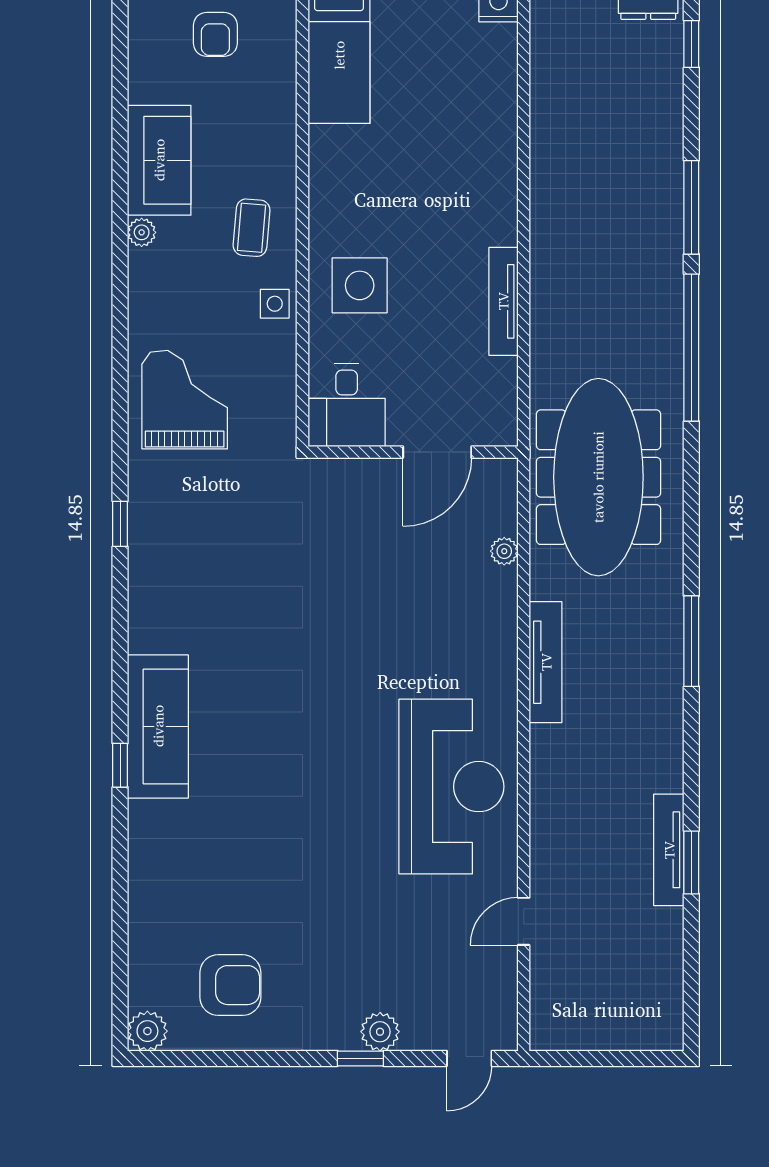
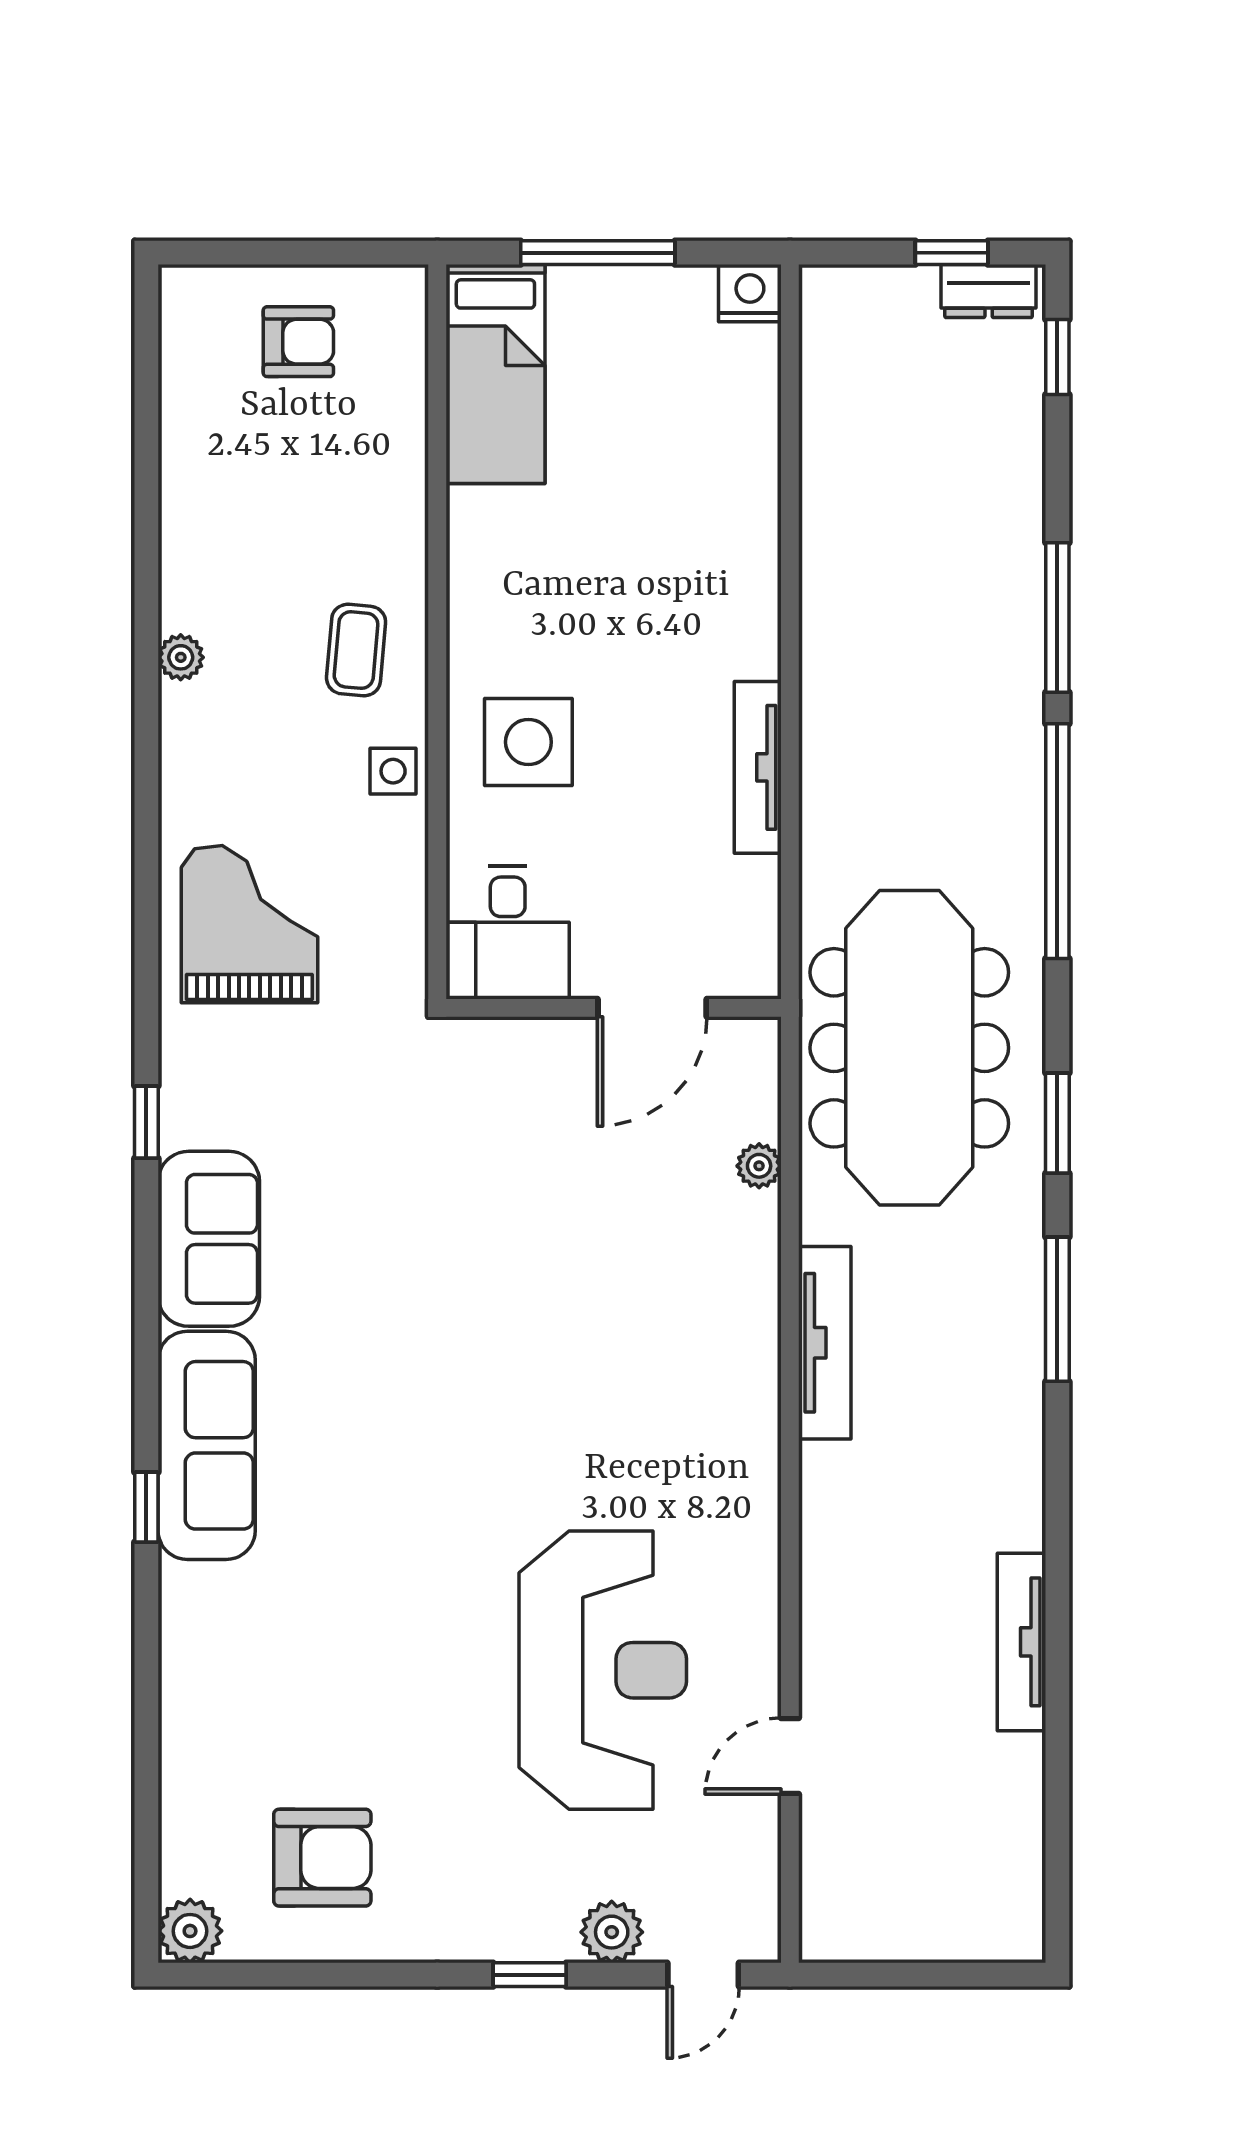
armchair: (215, 34) -> (298, 342), turned -90
sofa: (159, 160) -> (209, 1239), moved
reception desk: (451, 787) -> (603, 1670), moved
window: (691, 862) -> (1057, 1123), moved
plant: (380, 1032) -> (612, 1932), moved

